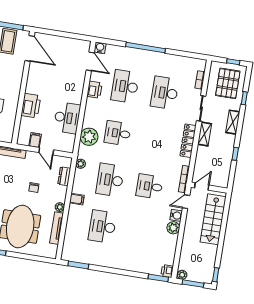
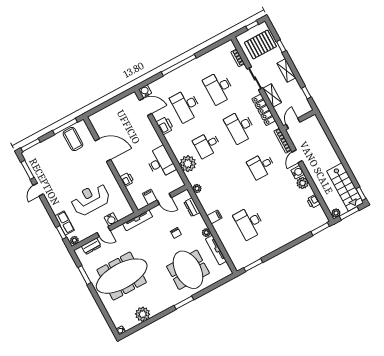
door: (30, 48) -> (103, 150), moved
pallet: (228, 83) -> (260, 44), turned 90
printer: (31, 106) -> (127, 179), width x0.53, depth x0.68
desk: (110, 180) -> (240, 127), moved
door: (202, 186) -> (293, 123), moved
wall: (209, 188) -> (299, 120), moved
stairs: (213, 219) -> (345, 187), moved
printer: (167, 271) -> (313, 201), moved

